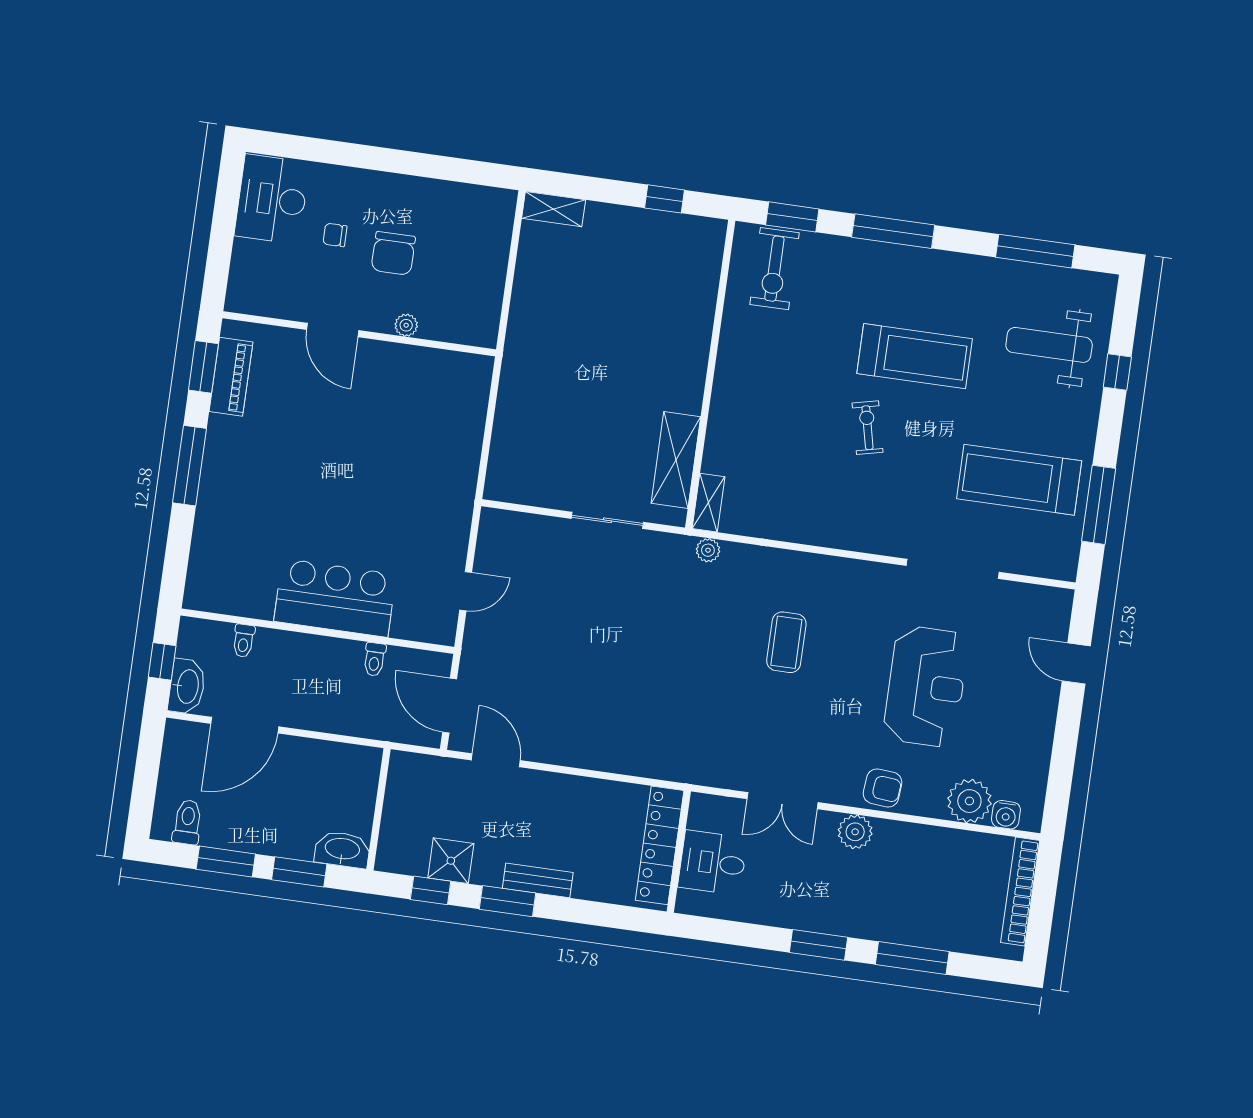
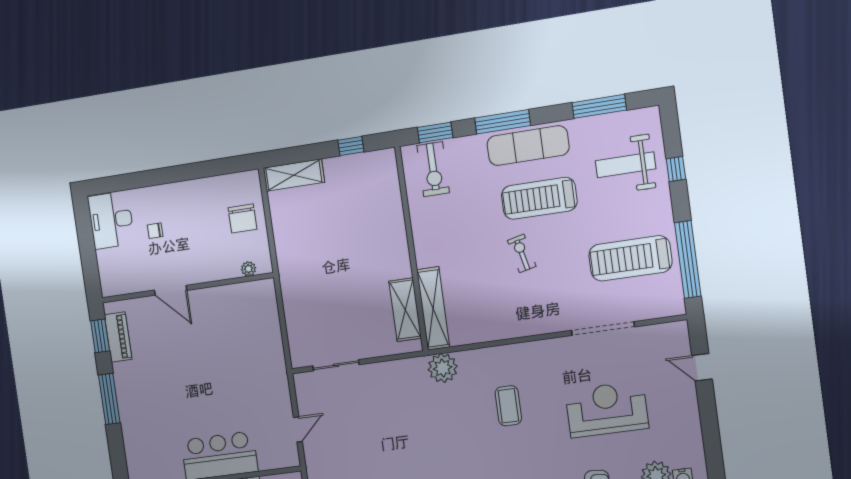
shelving: (554, 209) -> (294, 175), width x1.50, depth x1.33
chair: (393, 253) -> (242, 218), moved
exercise mat: (920, 276) -> (528, 146), added
plant: (406, 325) -> (248, 269), moved
treadmill: (915, 356) -> (539, 198), turned 180
shelving: (708, 503) -> (433, 308), width x2.20, depth x1.33
window: (1099, 505) -> (688, 260), width x1.46
sliding door: (607, 520) -> (336, 365), moved
plant: (708, 550) -> (443, 368), width x1.87, depth x1.87
reception desk: (926, 686) -> (607, 409), turned -90

